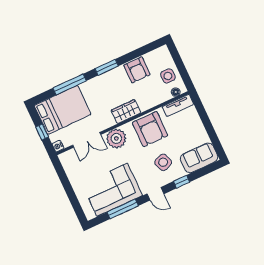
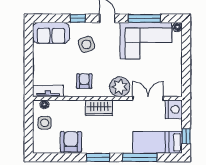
bed: (63, 110) -> (158, 142), width x0.67
armchair: (150, 129) -> (84, 81), width x0.53, depth x0.53
window: (42, 132) -> (186, 136), moved
nightstand: (58, 146) -> (174, 109), width x1.89, depth x1.79
floor lamp: (90, 215) -> (177, 27), added

